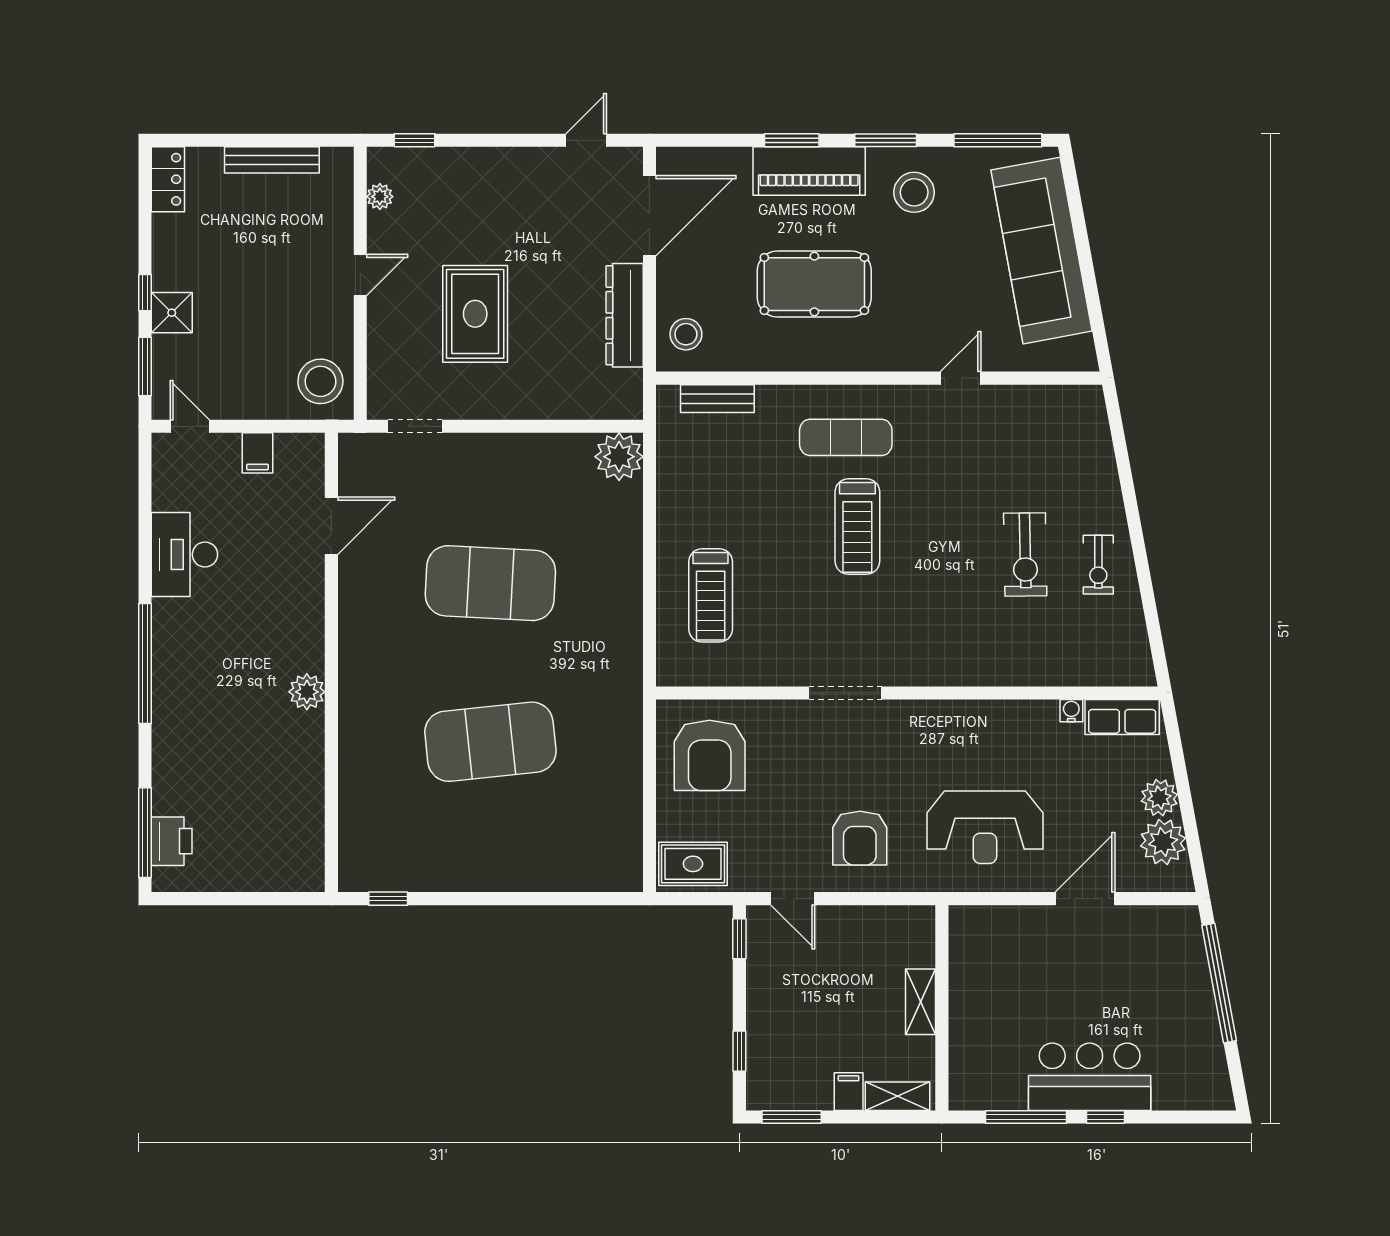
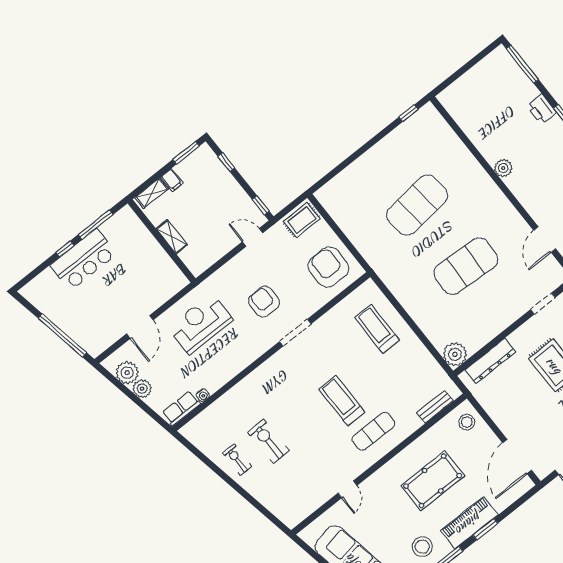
dresser: (625, 315) -> (490, 361), moved, turned 90
armchair: (860, 838) -> (264, 302), moved
printer: (172, 841) -> (542, 109), moved

